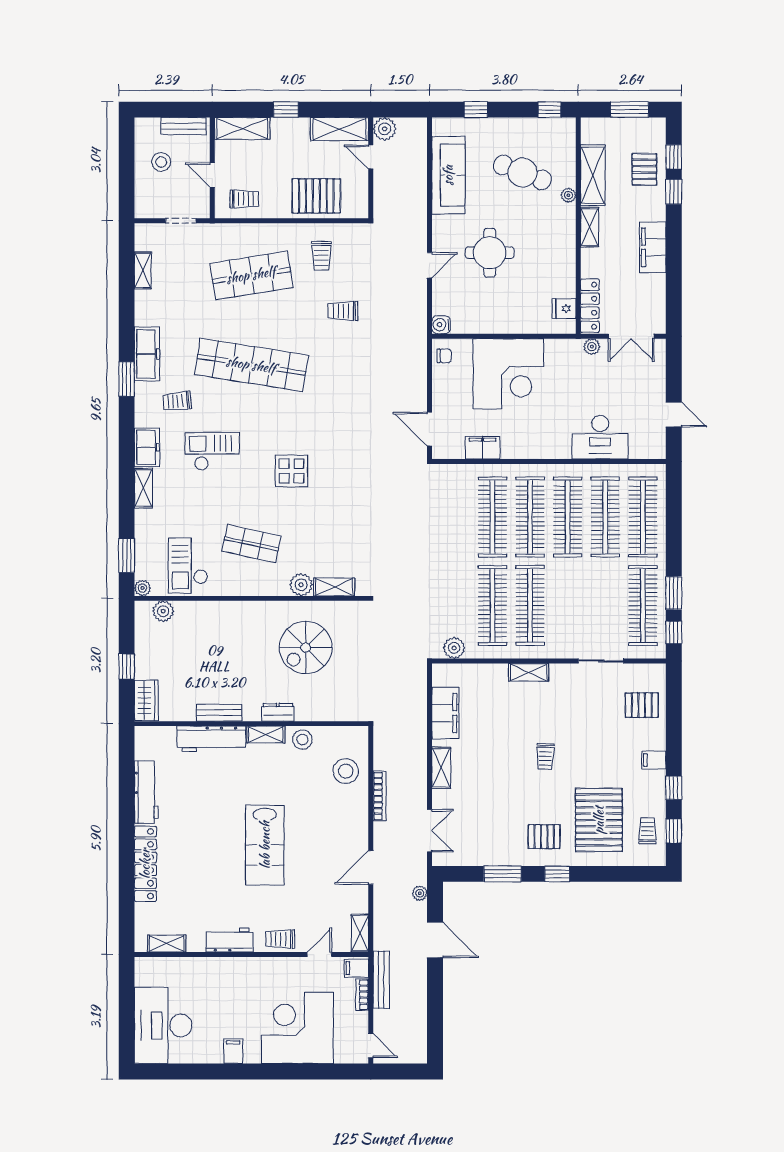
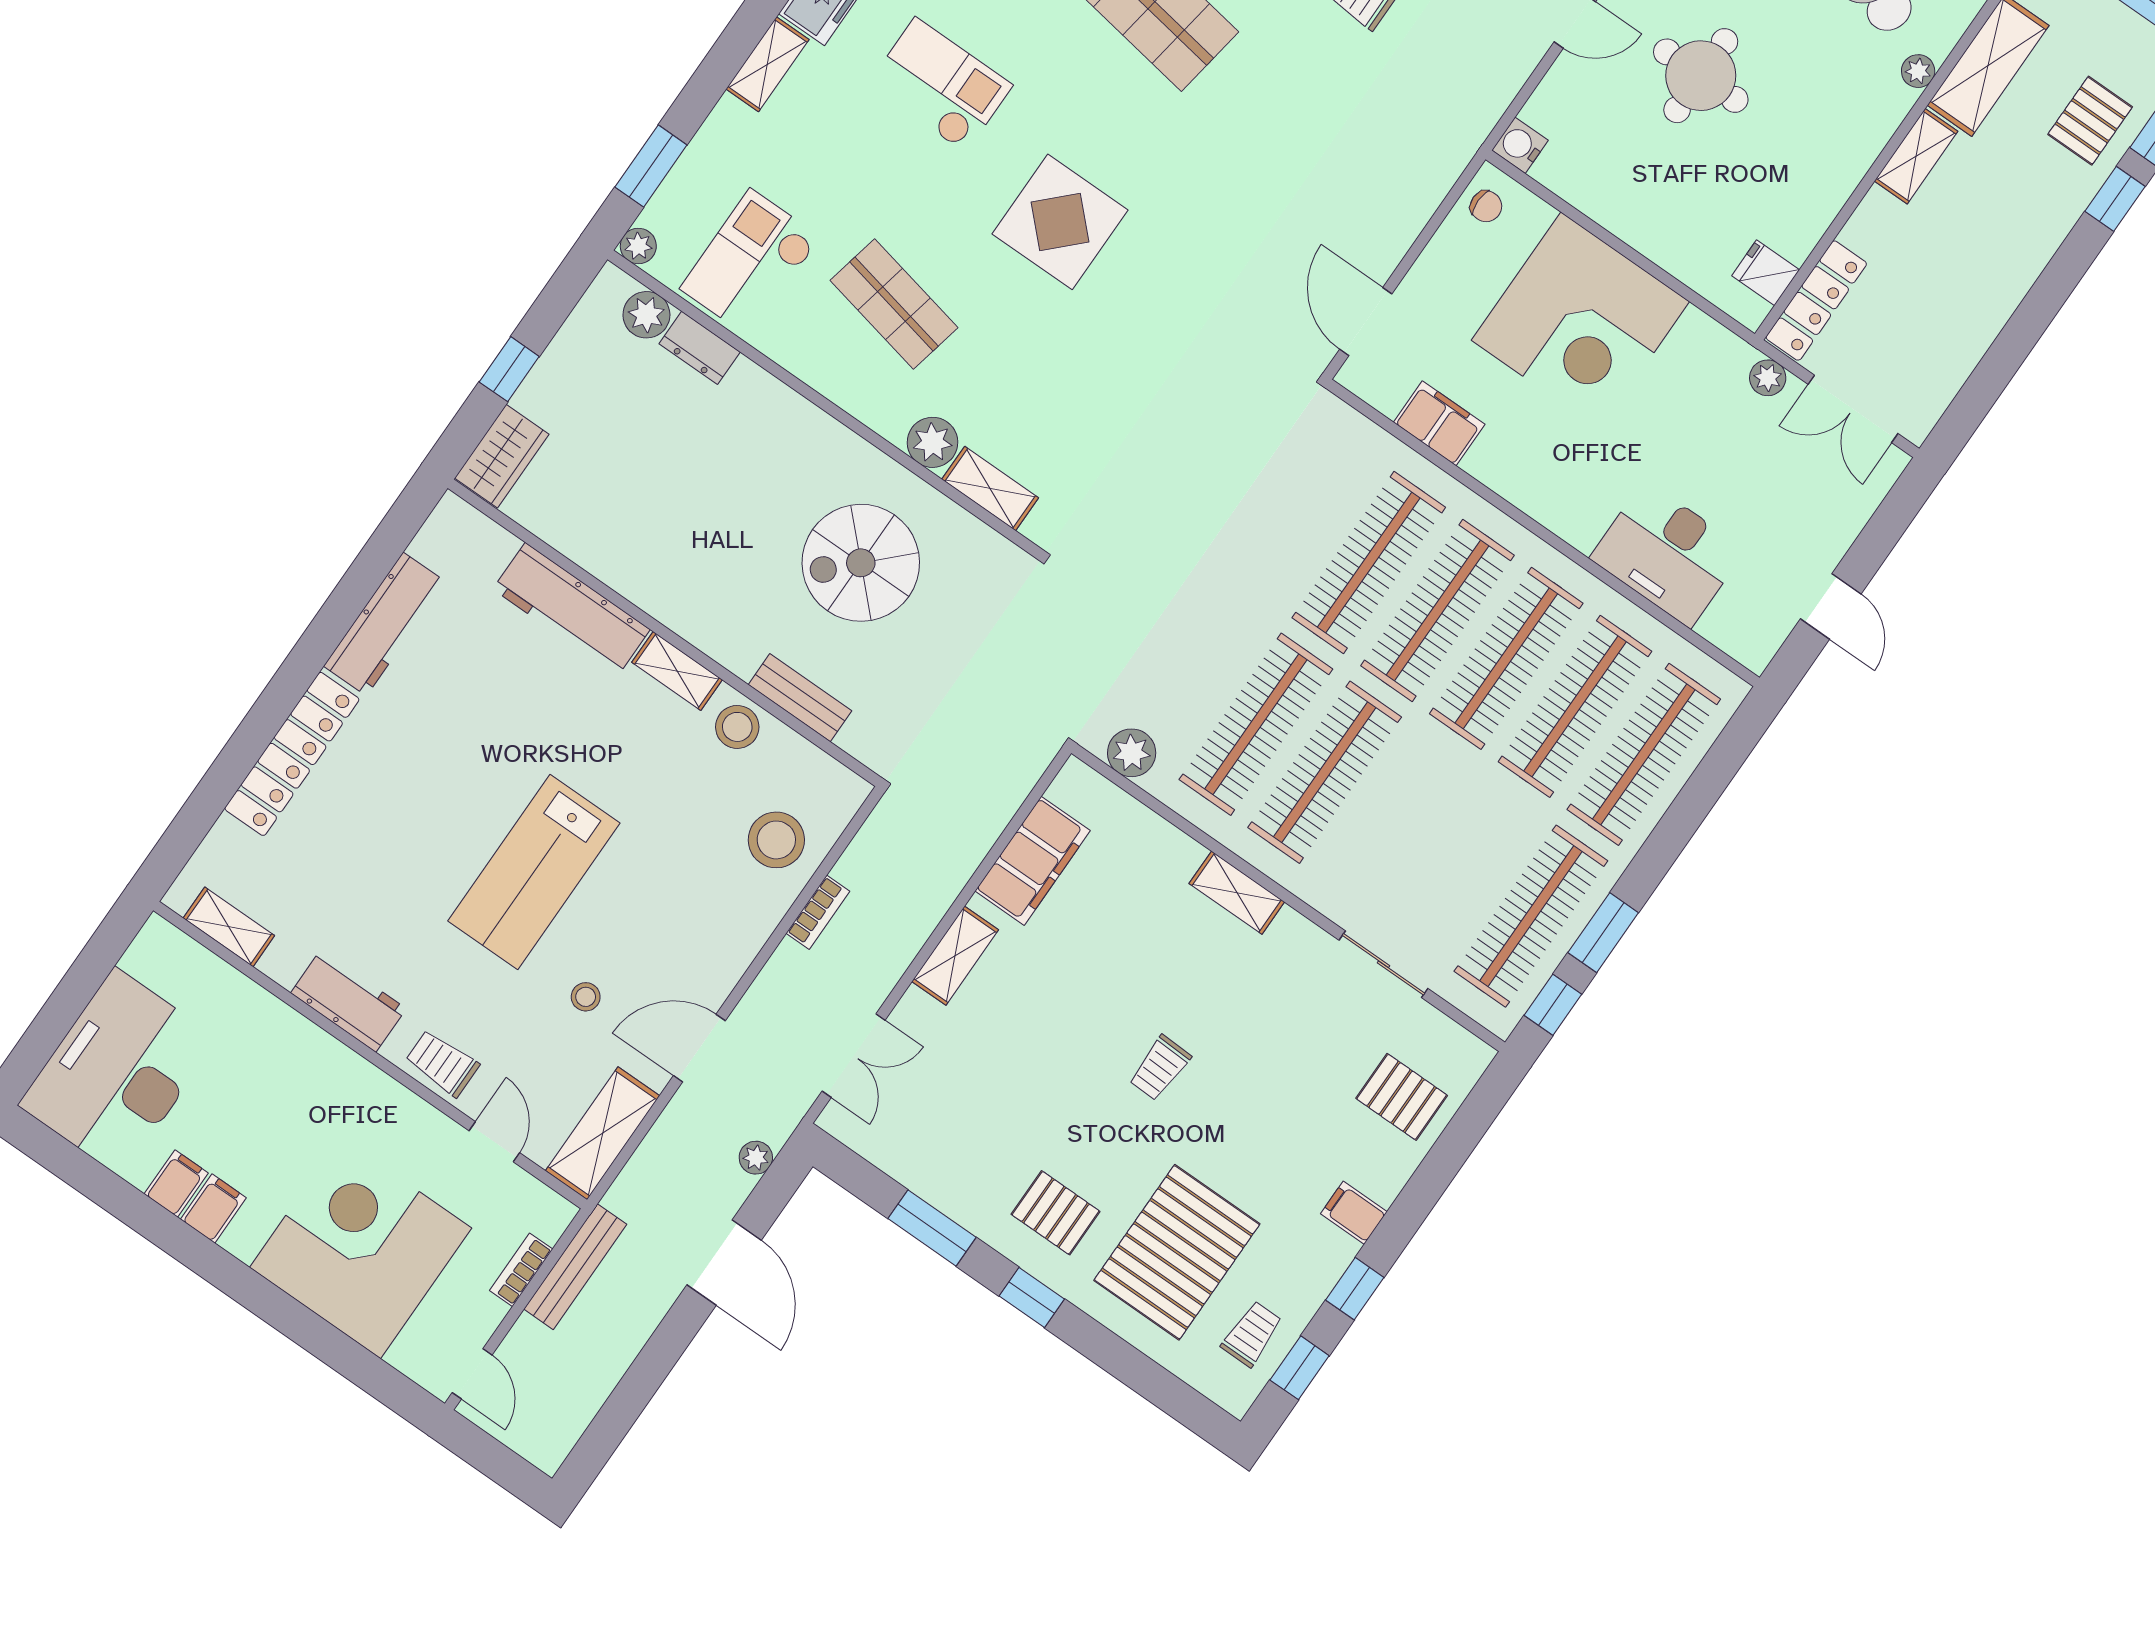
filing cabinet: (653, 247) -> (2006, 274), removed
display table: (291, 471) -> (1060, 222), width x1.36, depth x1.36
dresser: (278, 712) -> (700, 348), moved, turned 180
bench: (219, 713) -> (800, 698), moved
bookcase: (380, 796) -> (818, 912), width x0.64
stool: (316, 878) -> (586, 997), added
shelving: (360, 933) -> (603, 1133), width x1.50, depth x1.33
door: (319, 954) -> (494, 1142), hinge flipped
filing cabinet: (356, 968) -> (176, 1183), moved, turned 90

